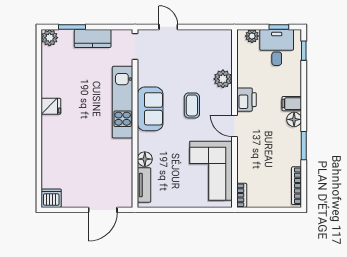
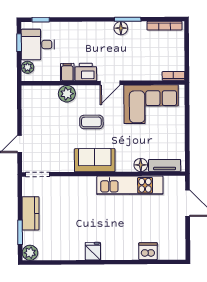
kitchen unit: (123, 102) -> (130, 185), moved
filing cabinet: (292, 104) -> (67, 72), moved, turned 180
floor lamp: (294, 119) -> (121, 28), moved
dishwasher: (51, 198) -> (148, 251), moved, turned 90

